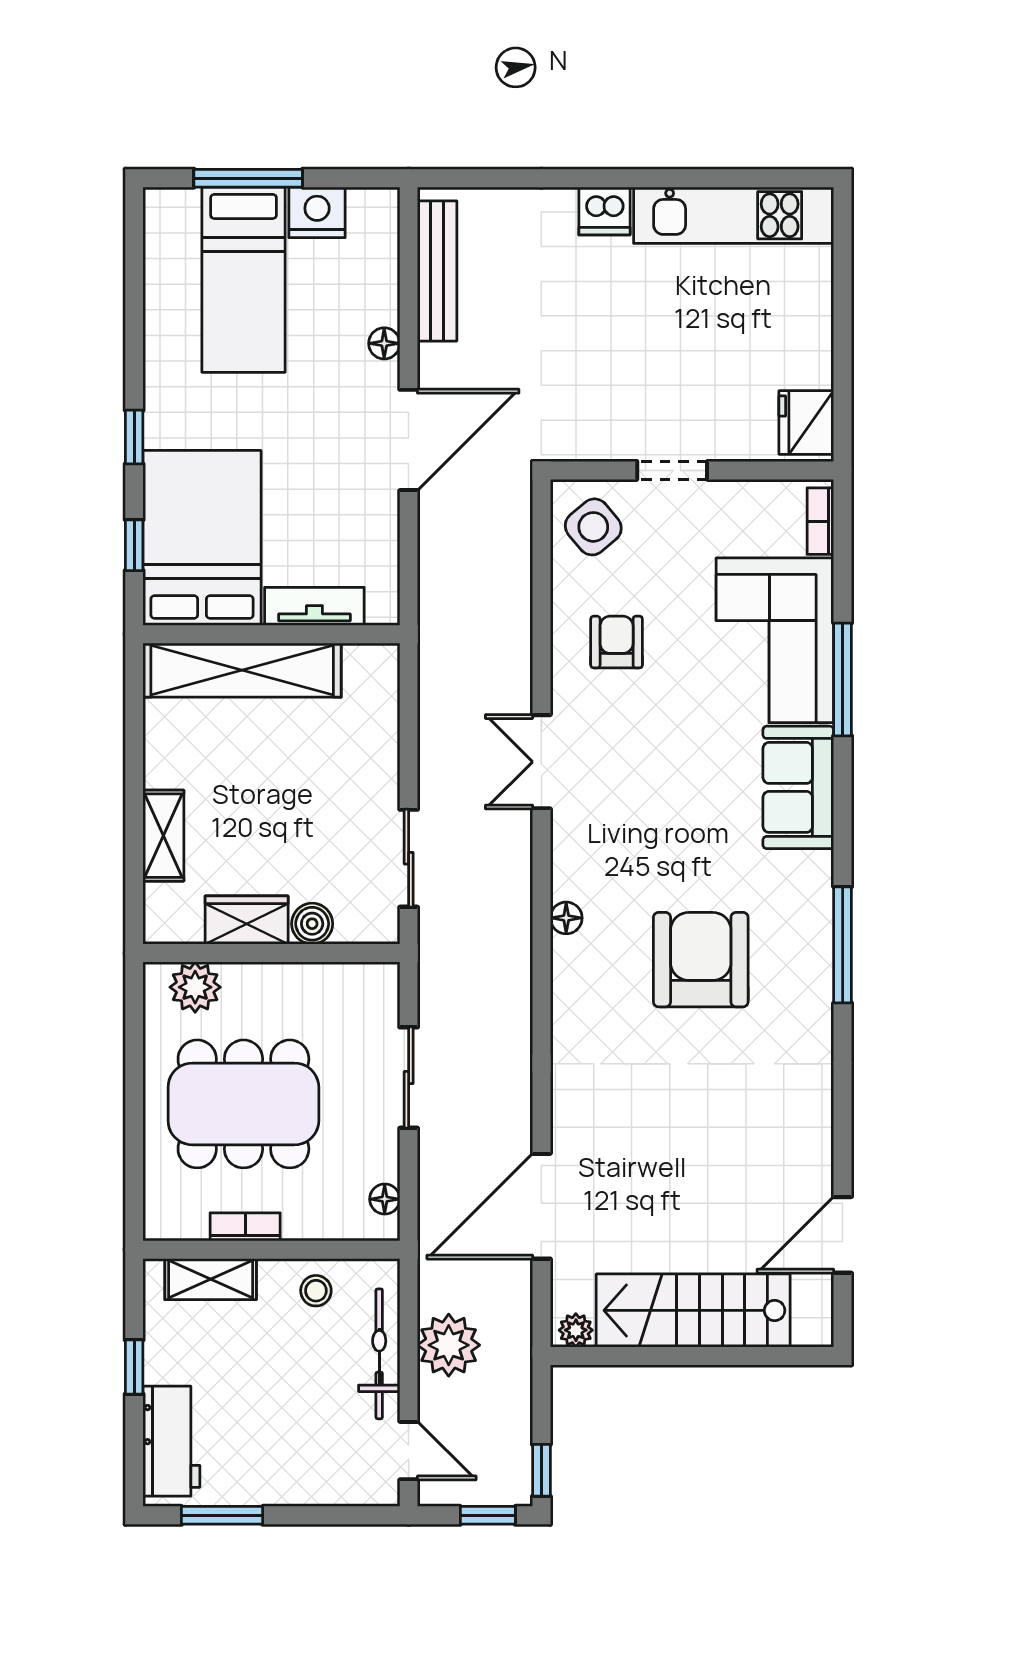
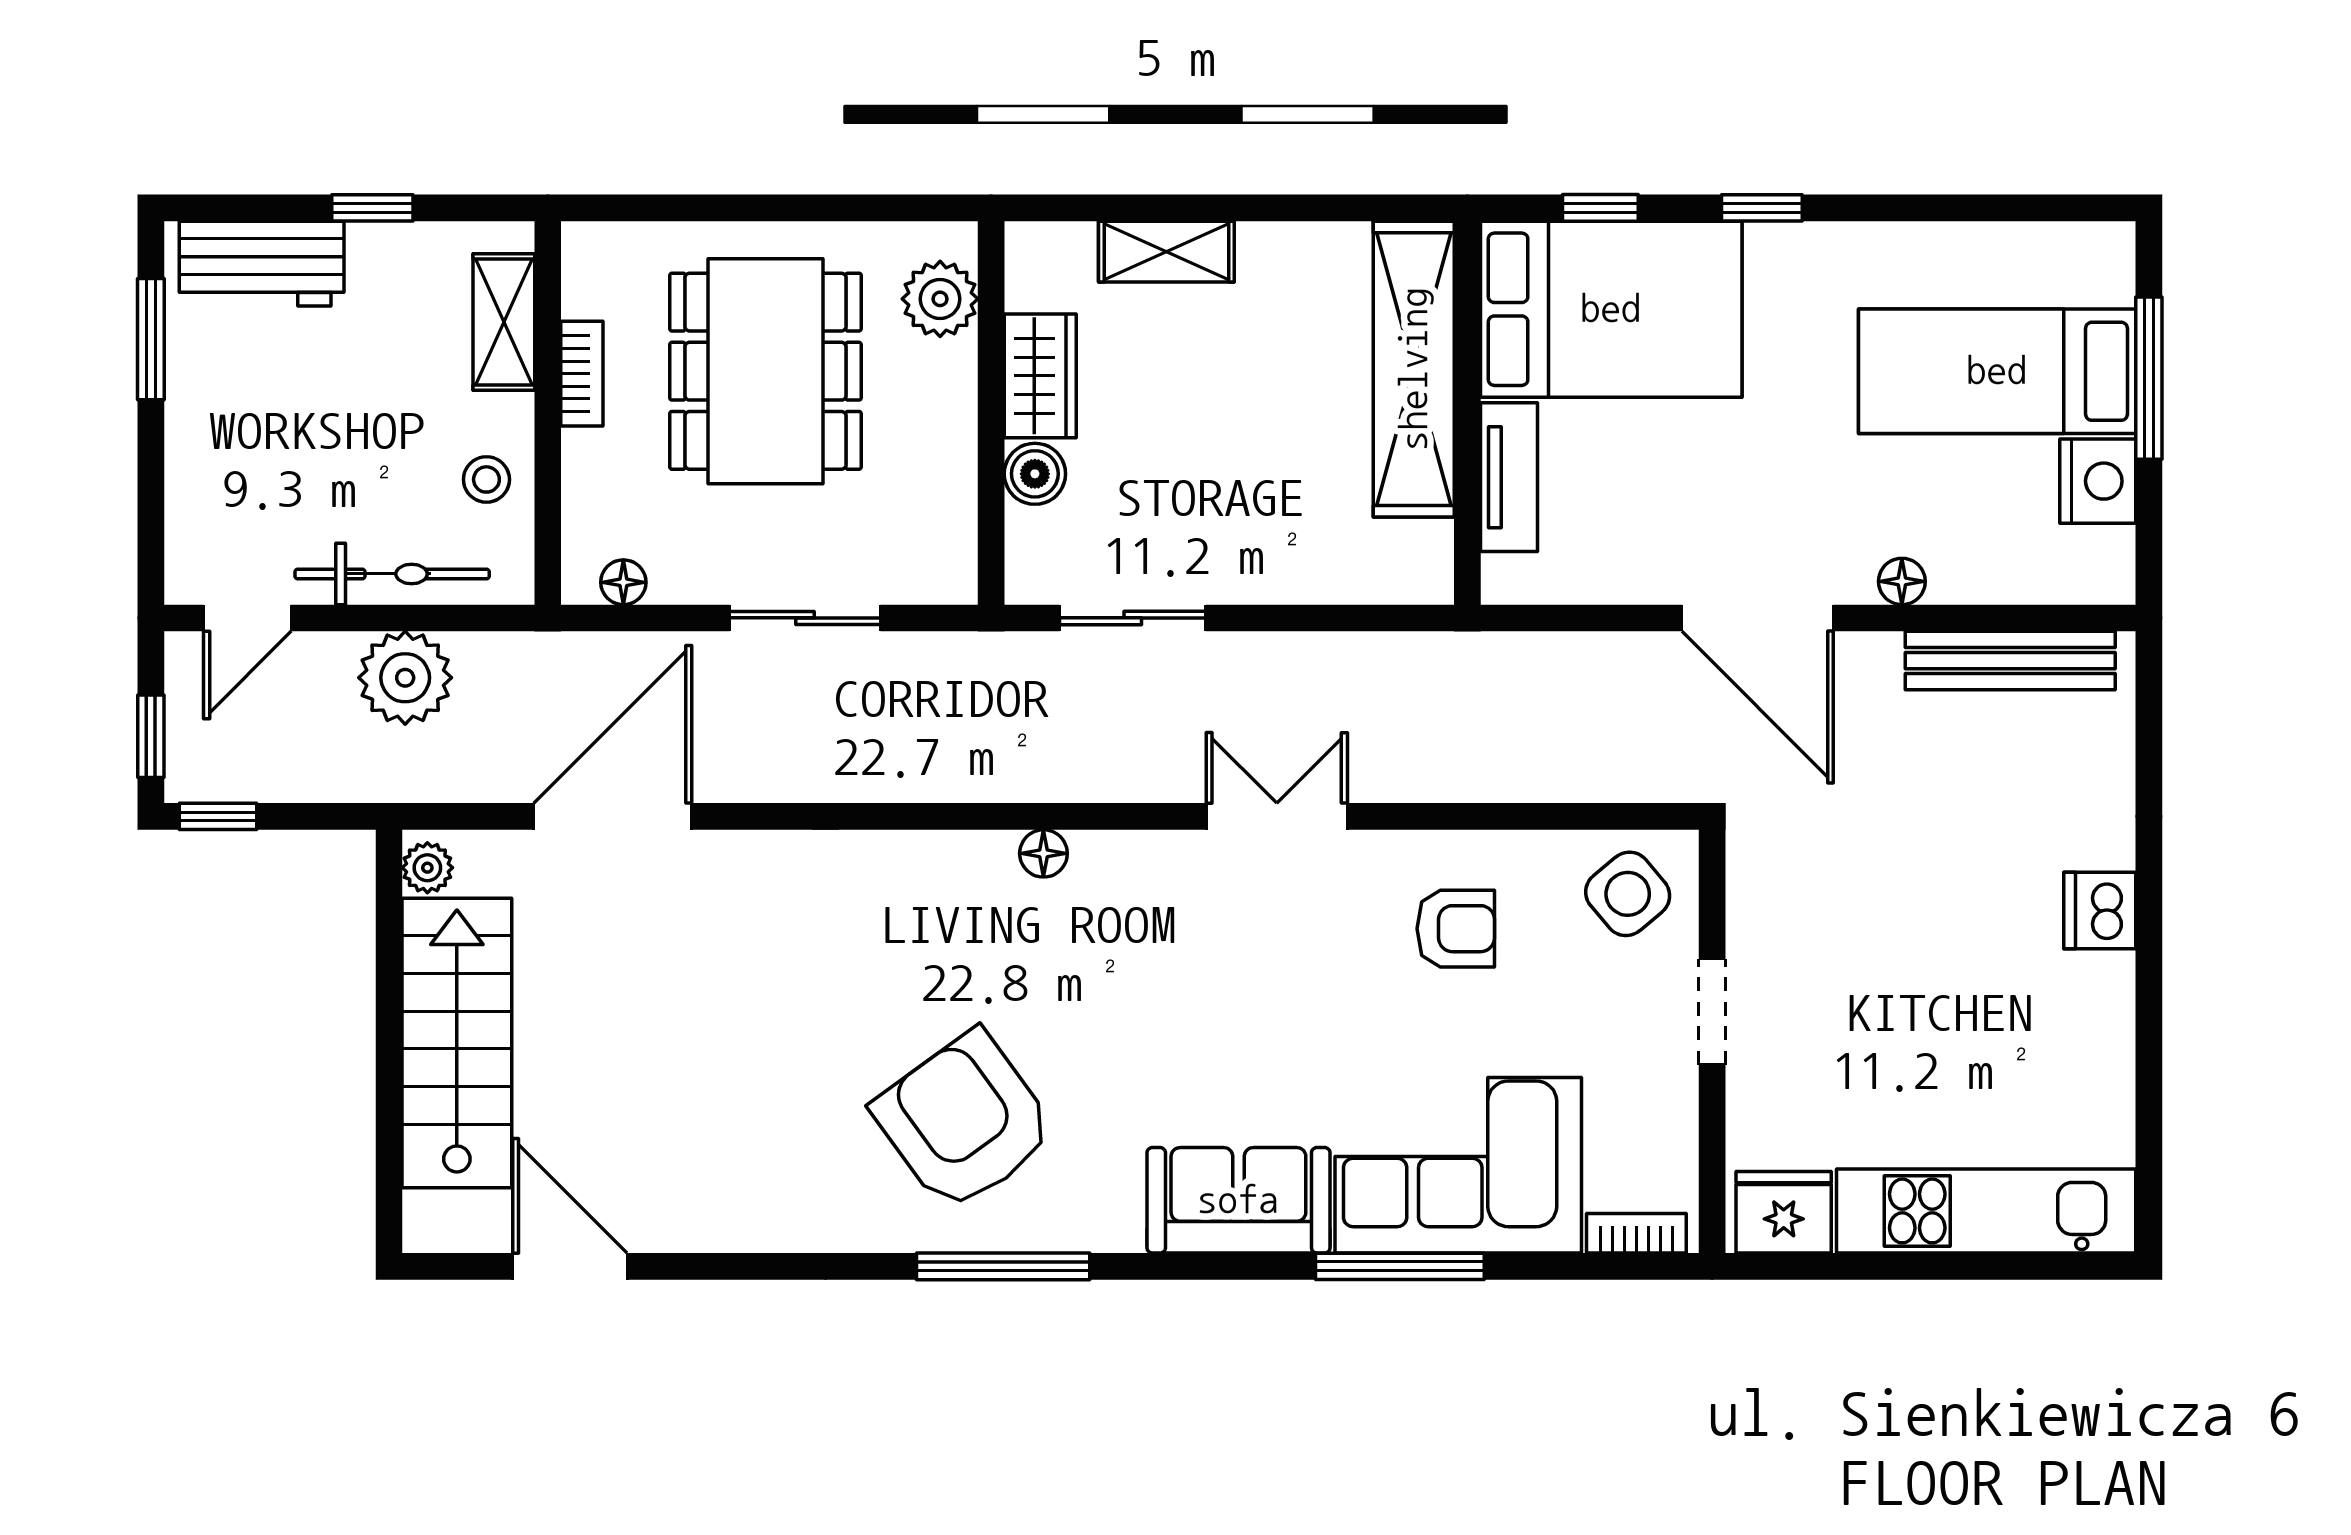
kitchen unit: (734, 215) -> (1986, 1211), moved, turned 90
armchair: (701, 960) -> (964, 1121), moved, turned -126
door: (541, 1206) -> (613, 816), hinge flipped

